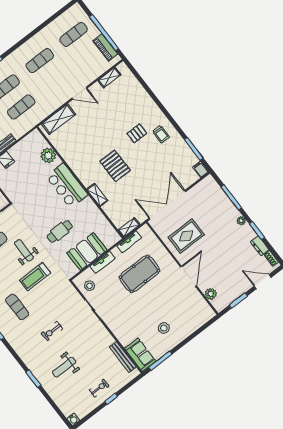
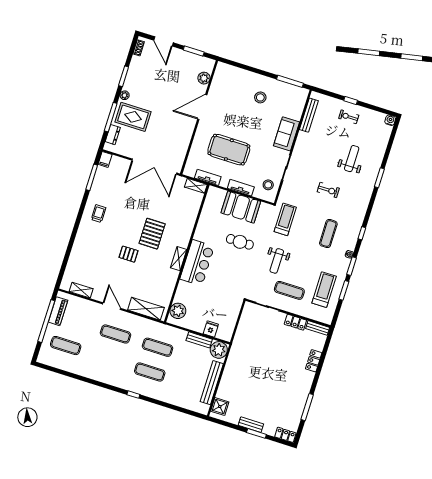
exercise mat: (40, 61) -> (116, 334), moved
pallet: (137, 133) -> (129, 254), moved
plant: (48, 155) -> (178, 311), moved
shelving: (97, 195) -> (179, 259), moved
rug: (186, 236) -> (133, 117), moved
dresser: (260, 246) -> (113, 135), moved
treadmill: (35, 277) -> (285, 219), moved, turned -90
sofa: (140, 355) -> (286, 134), moved
weight bench: (64, 367) -> (352, 159), turned -90

